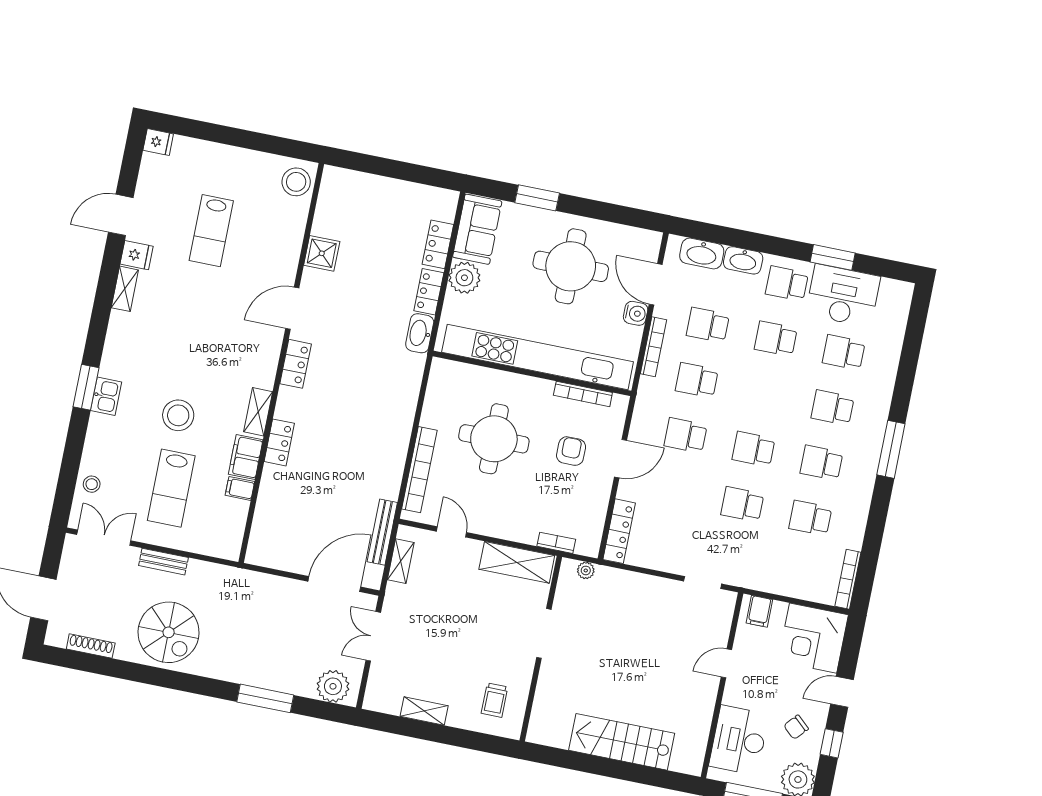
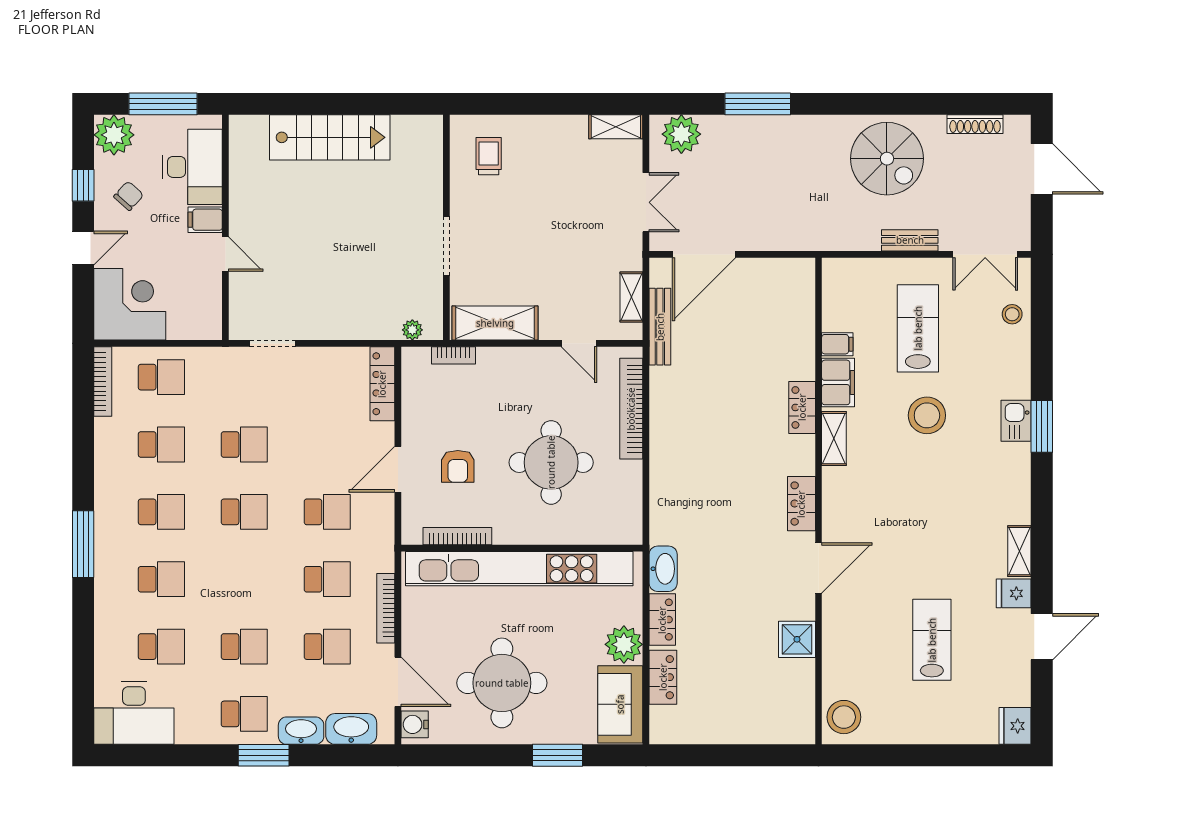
fridge: (158, 142) -> (1015, 726), width x1.38
window: (833, 257) -> (264, 755), moved
desk: (843, 296) -> (134, 713), moved
water cooler: (636, 313) -> (415, 724), moved
school desk: (799, 573) -> (161, 377), added
filing cabinet: (759, 611) -> (205, 220), moved, turned -90
spiral stairs: (169, 632) -> (887, 159), turned 180
door: (726, 663) -> (225, 254), hinge flipped
shelving: (424, 711) -> (616, 127), moved

